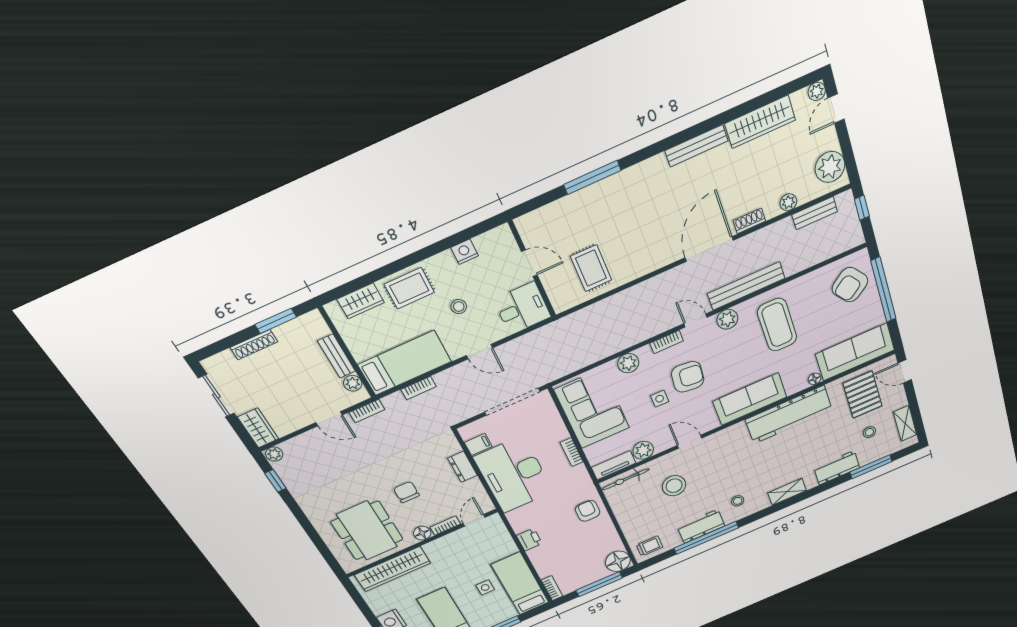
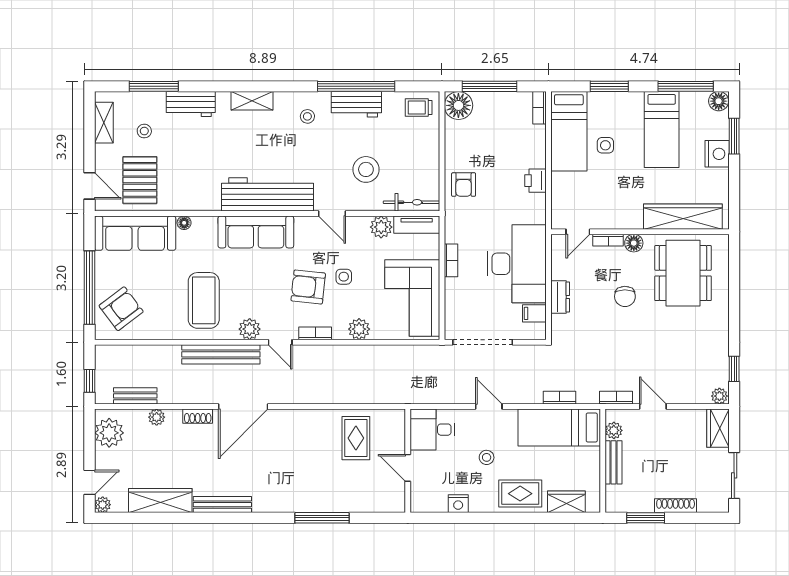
workbench: (789, 415) -> (267, 194), moved

